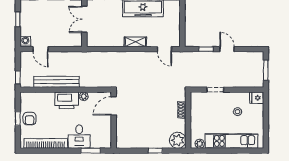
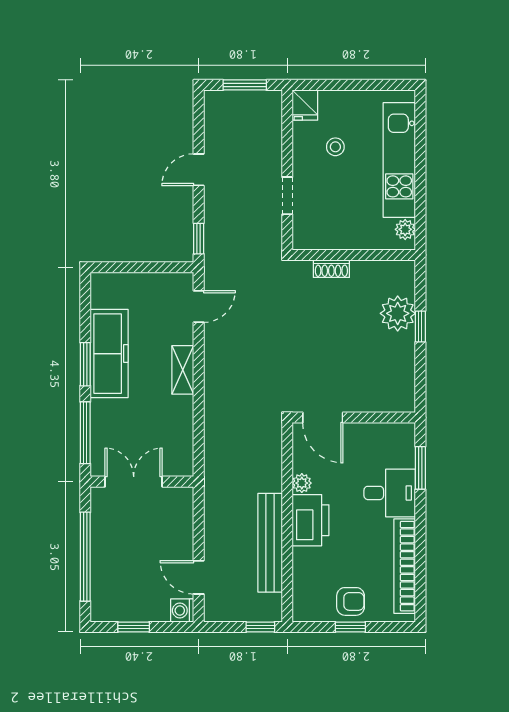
double door: (84, 19) -> (134, 482), swing flipped
door: (41, 49) -> (199, 577), swing flipped
window: (206, 49) -> (199, 239), moved
plant: (178, 140) -> (398, 313), moved

